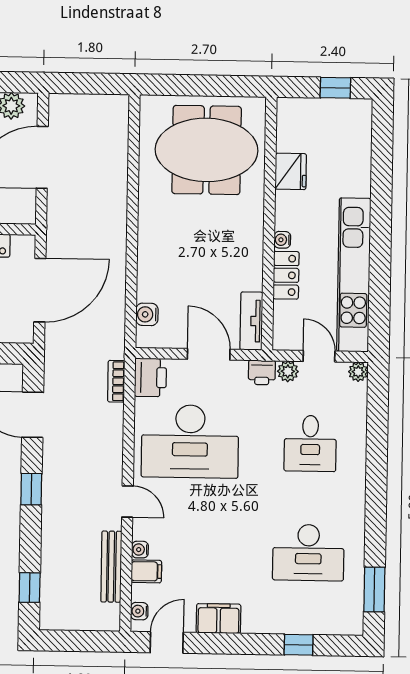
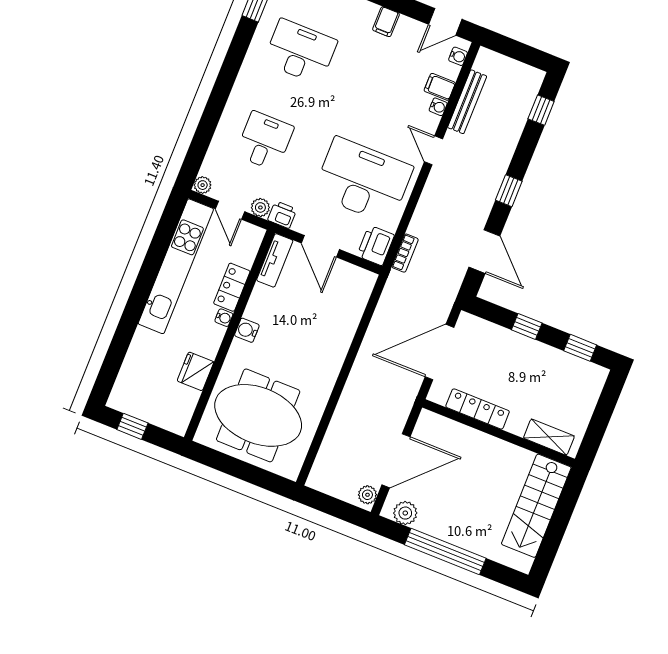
plant: (59, 110) -> (367, 495), added
water cooler: (147, 314) -> (247, 330), moved, turned 180
filing cabinet: (219, 619) -> (386, 22), width x0.50

